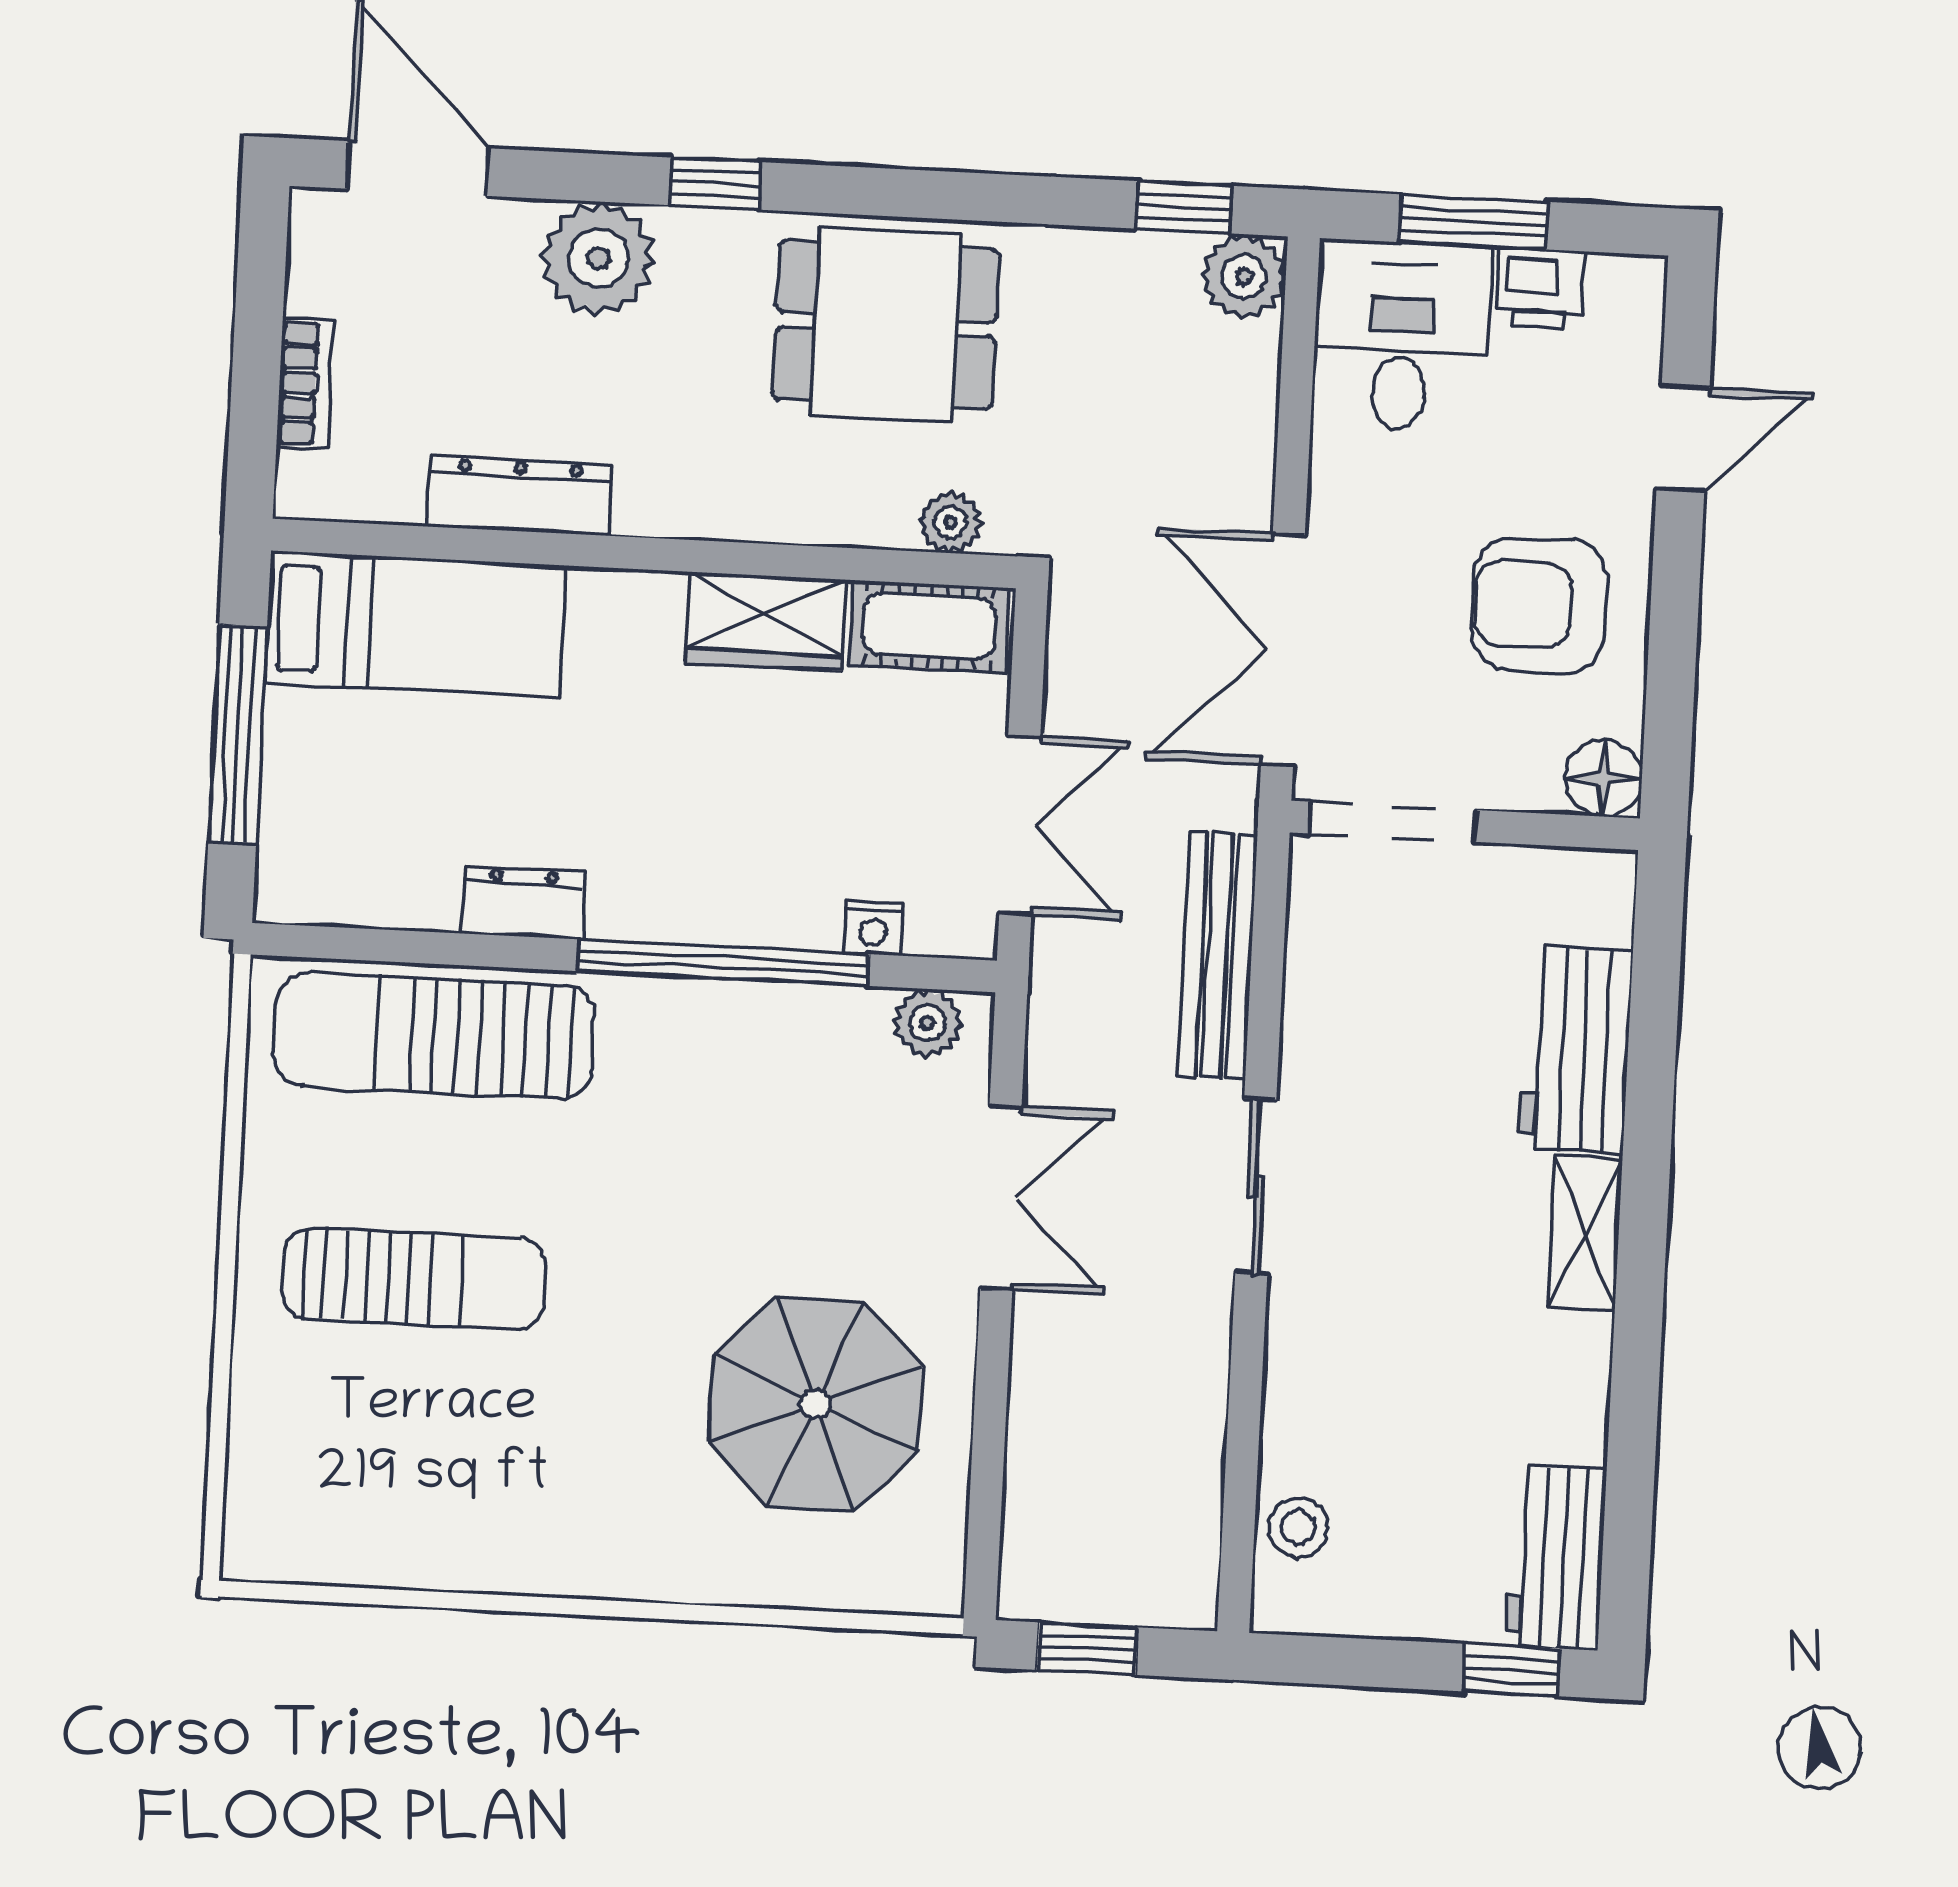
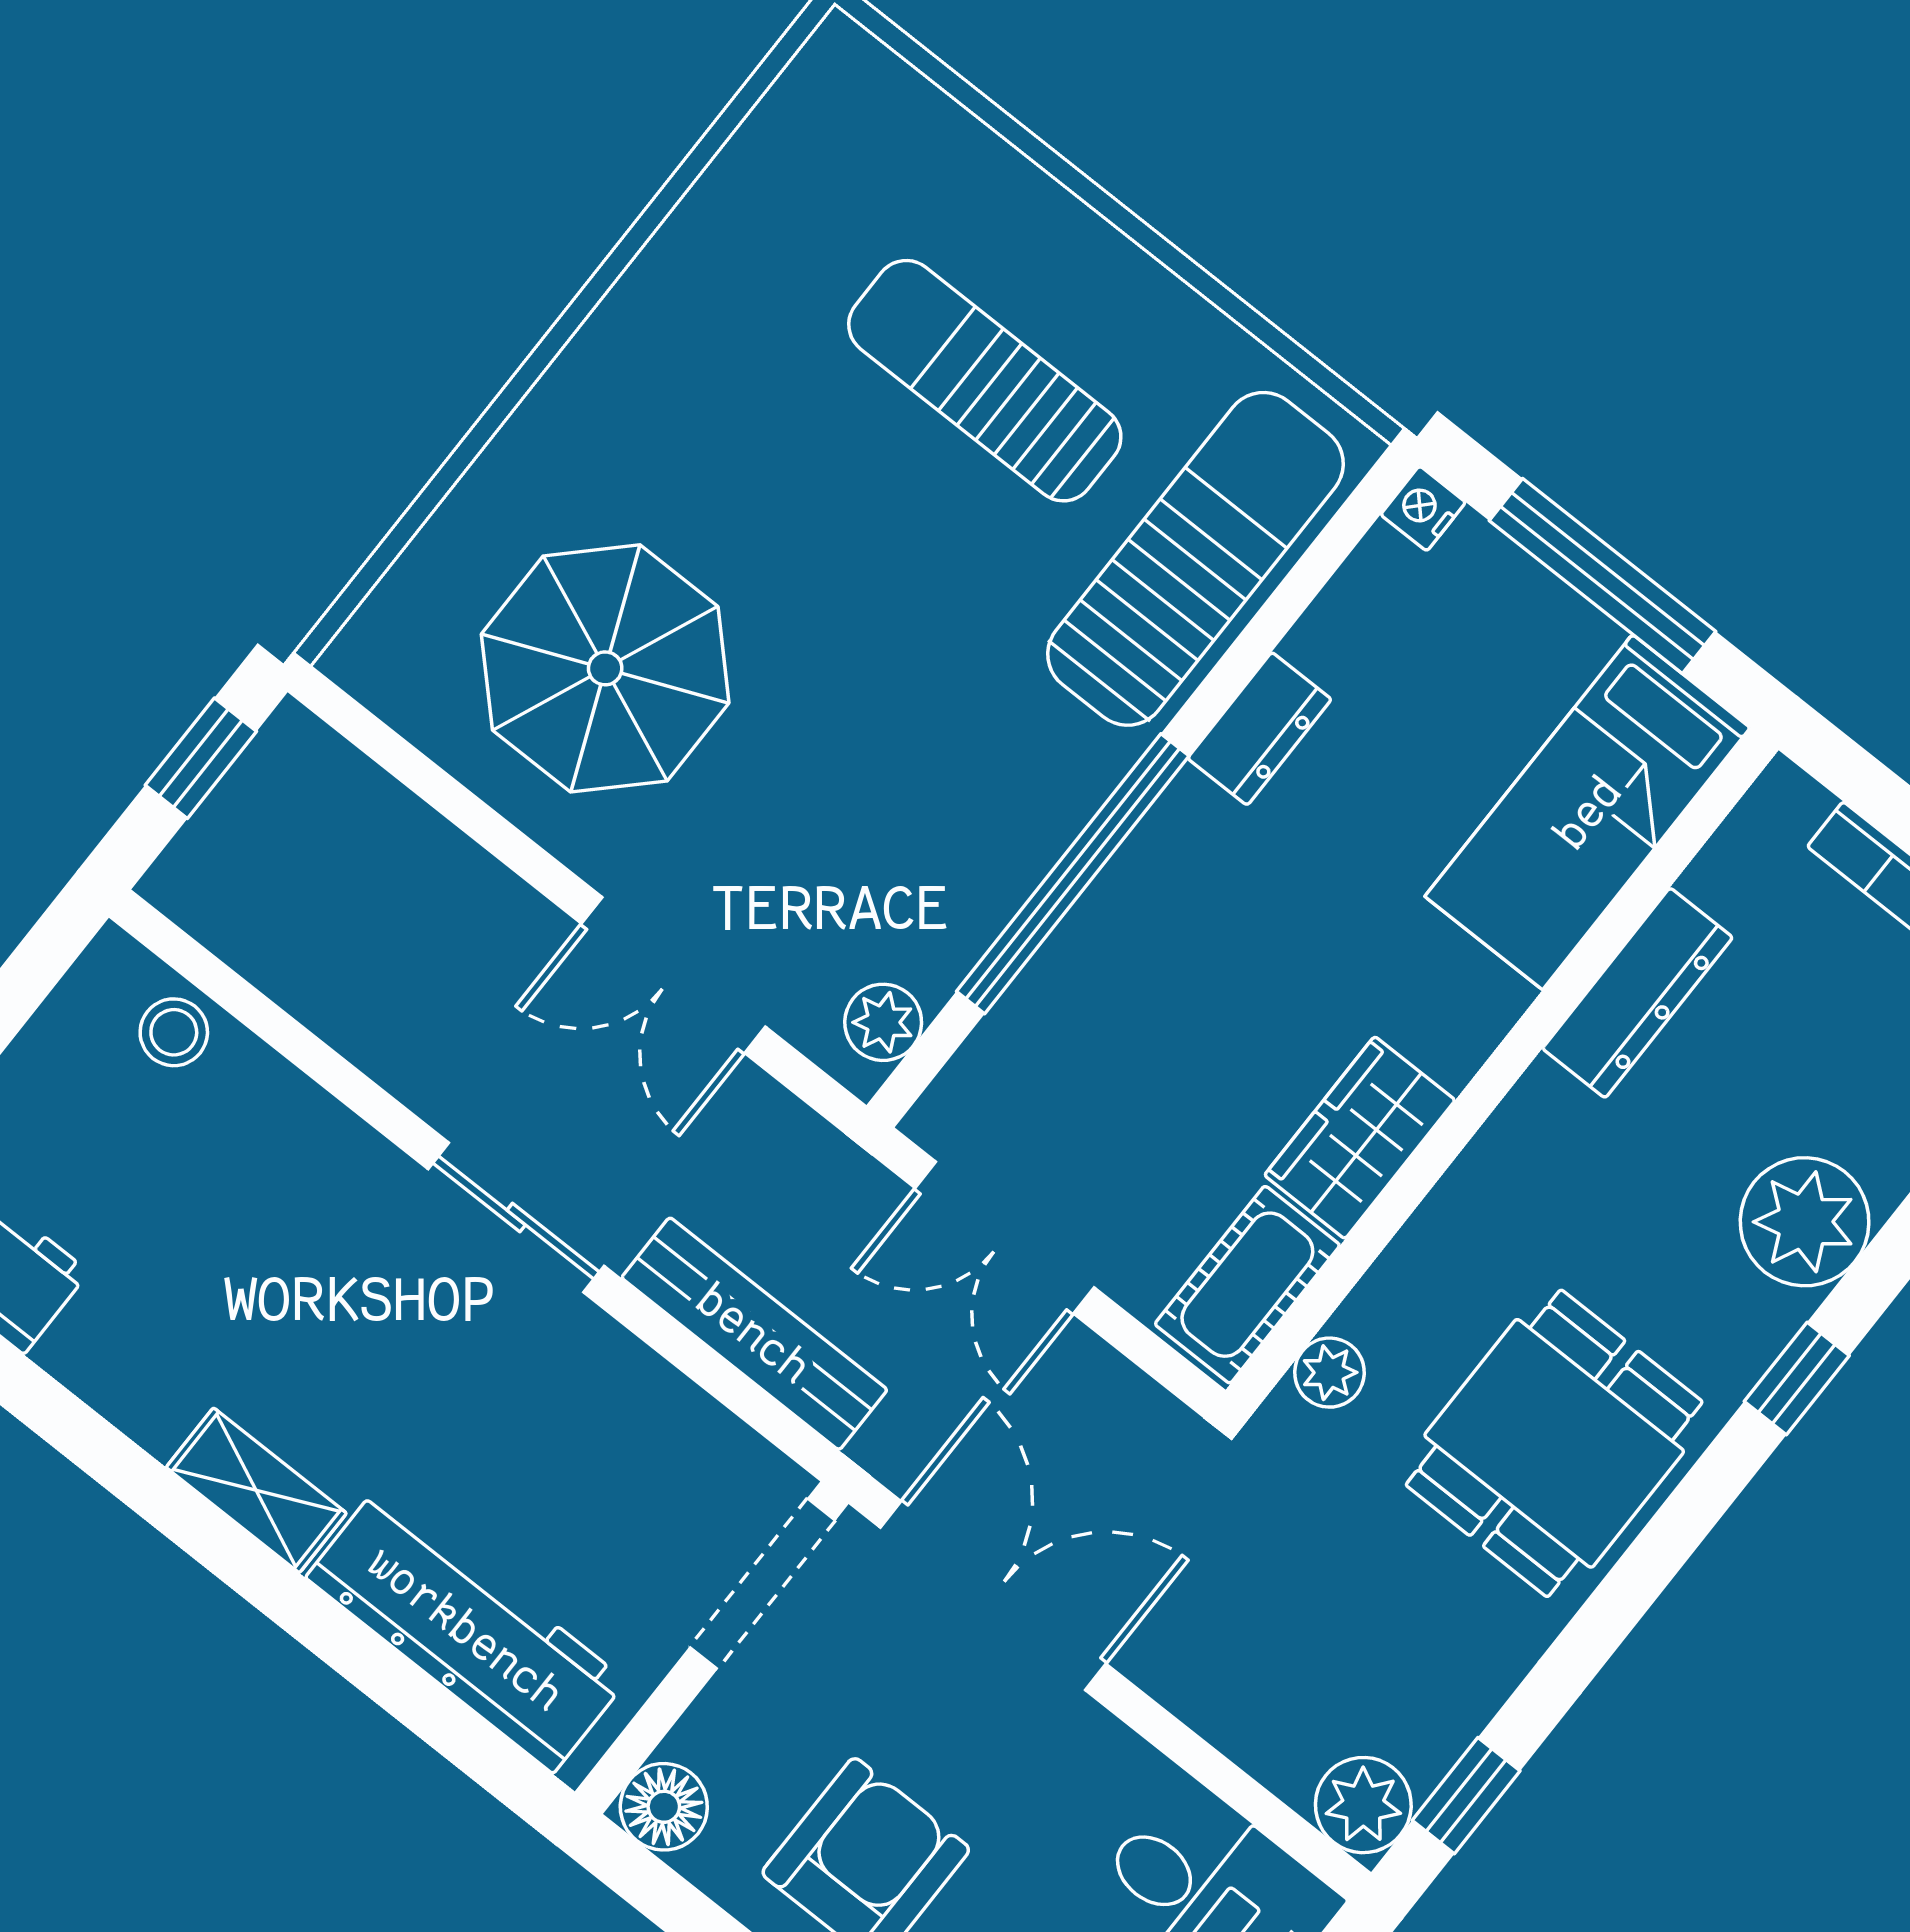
nightstand: (874, 928) -> (1423, 508), moved
workbench: (1576, 1050) -> (466, 1629), width x1.37
sun lounger: (414, 1279) -> (985, 381), turned 90

